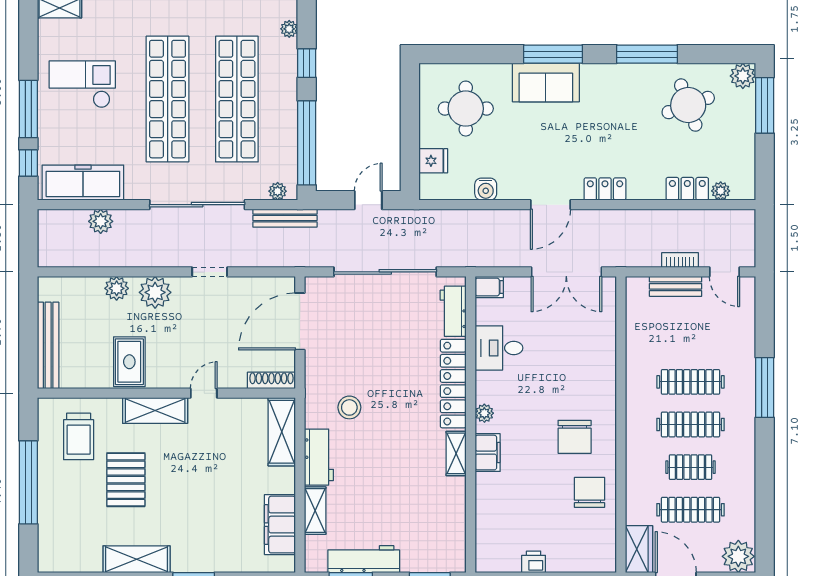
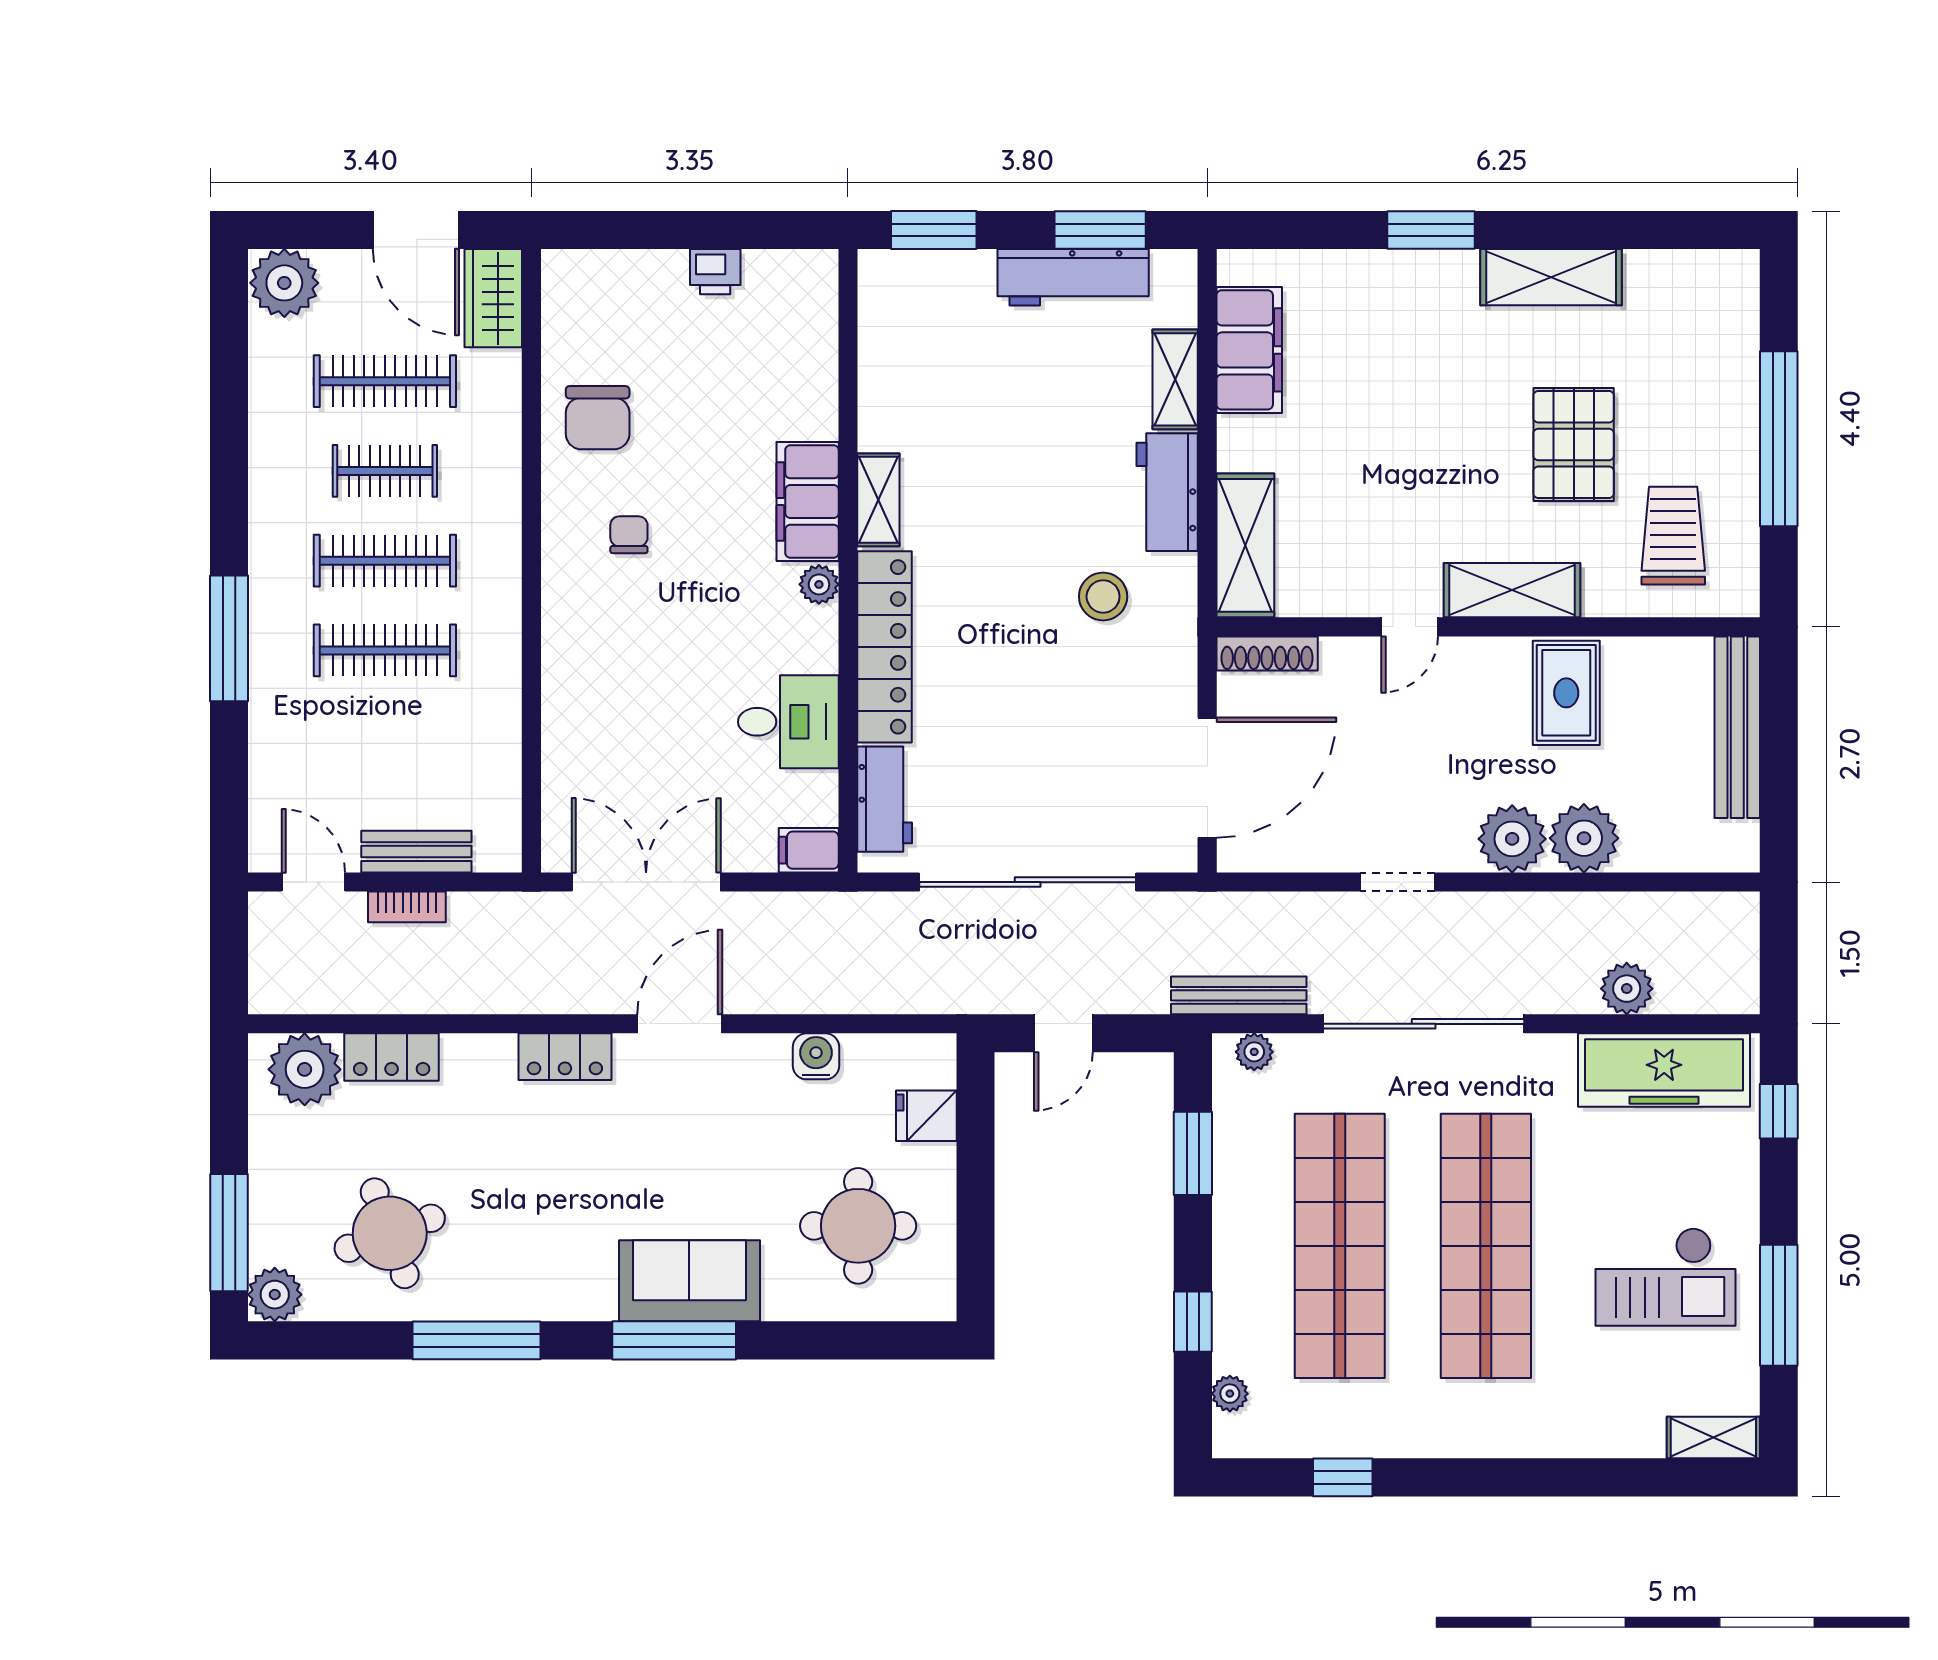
window: (28, 109) -> (1779, 1305), moved
window: (307, 143) -> (1193, 1153), width x0.47
plant: (721, 191) -> (305, 1069), width x1.88, depth x1.88
plant: (117, 288) -> (1584, 838), width x1.36, depth x1.36
chair: (575, 437) -> (629, 535), width x0.54, depth x0.54
filing cabinet: (488, 453) -> (808, 502), width x1.50, depth x1.17

